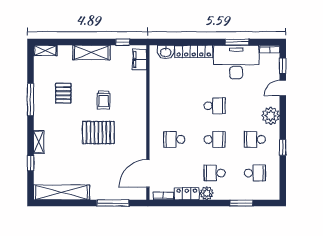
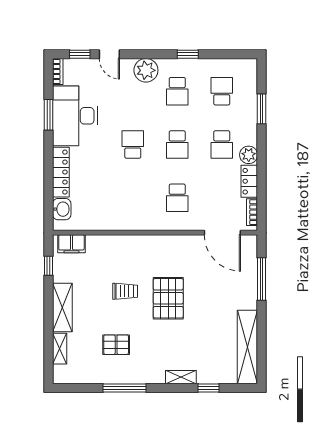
shelving: (45, 50) -> (60, 349), moved
school desk: (215, 139) -> (177, 144), turned 180

